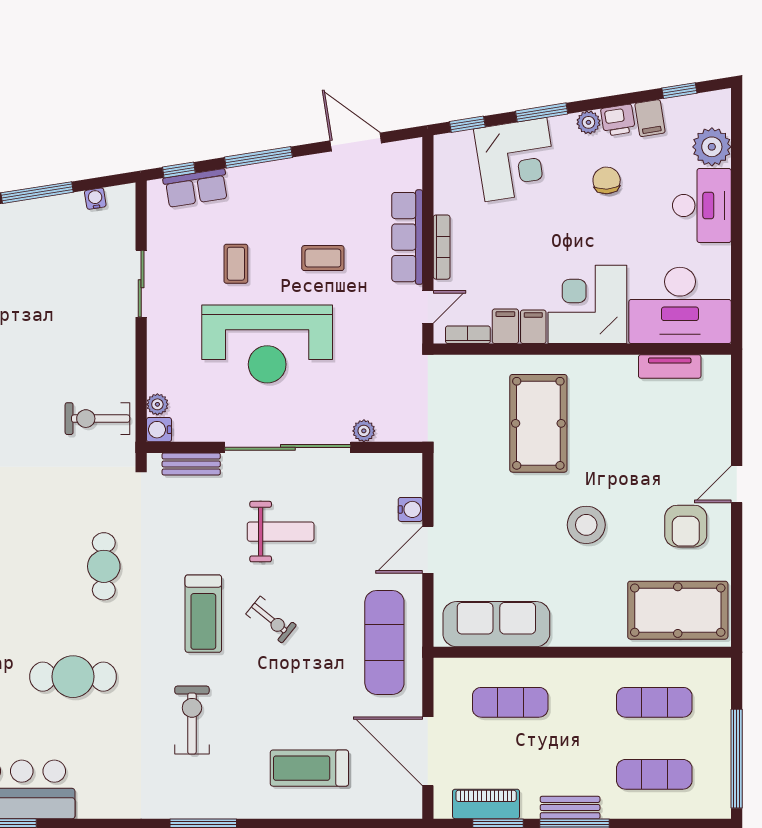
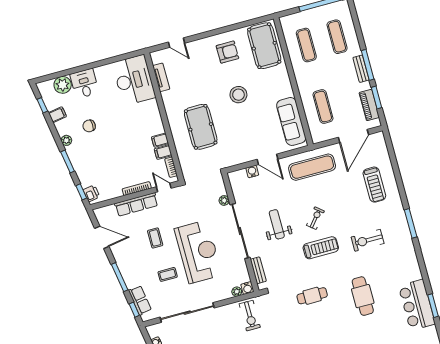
printer: (618, 120) -> (91, 193), moved
door: (356, 142) -> (102, 237), swing flipped
corner desk: (516, 160) -> (91, 167), removed
desk: (702, 205) -> (84, 84), width x0.73
sliding door: (141, 284) -> (187, 313), width x1.86
corner desk: (587, 304) -> (144, 120), removed
pool table: (538, 423) -> (201, 127), turned 90
door: (737, 484) -> (177, 43), moved

